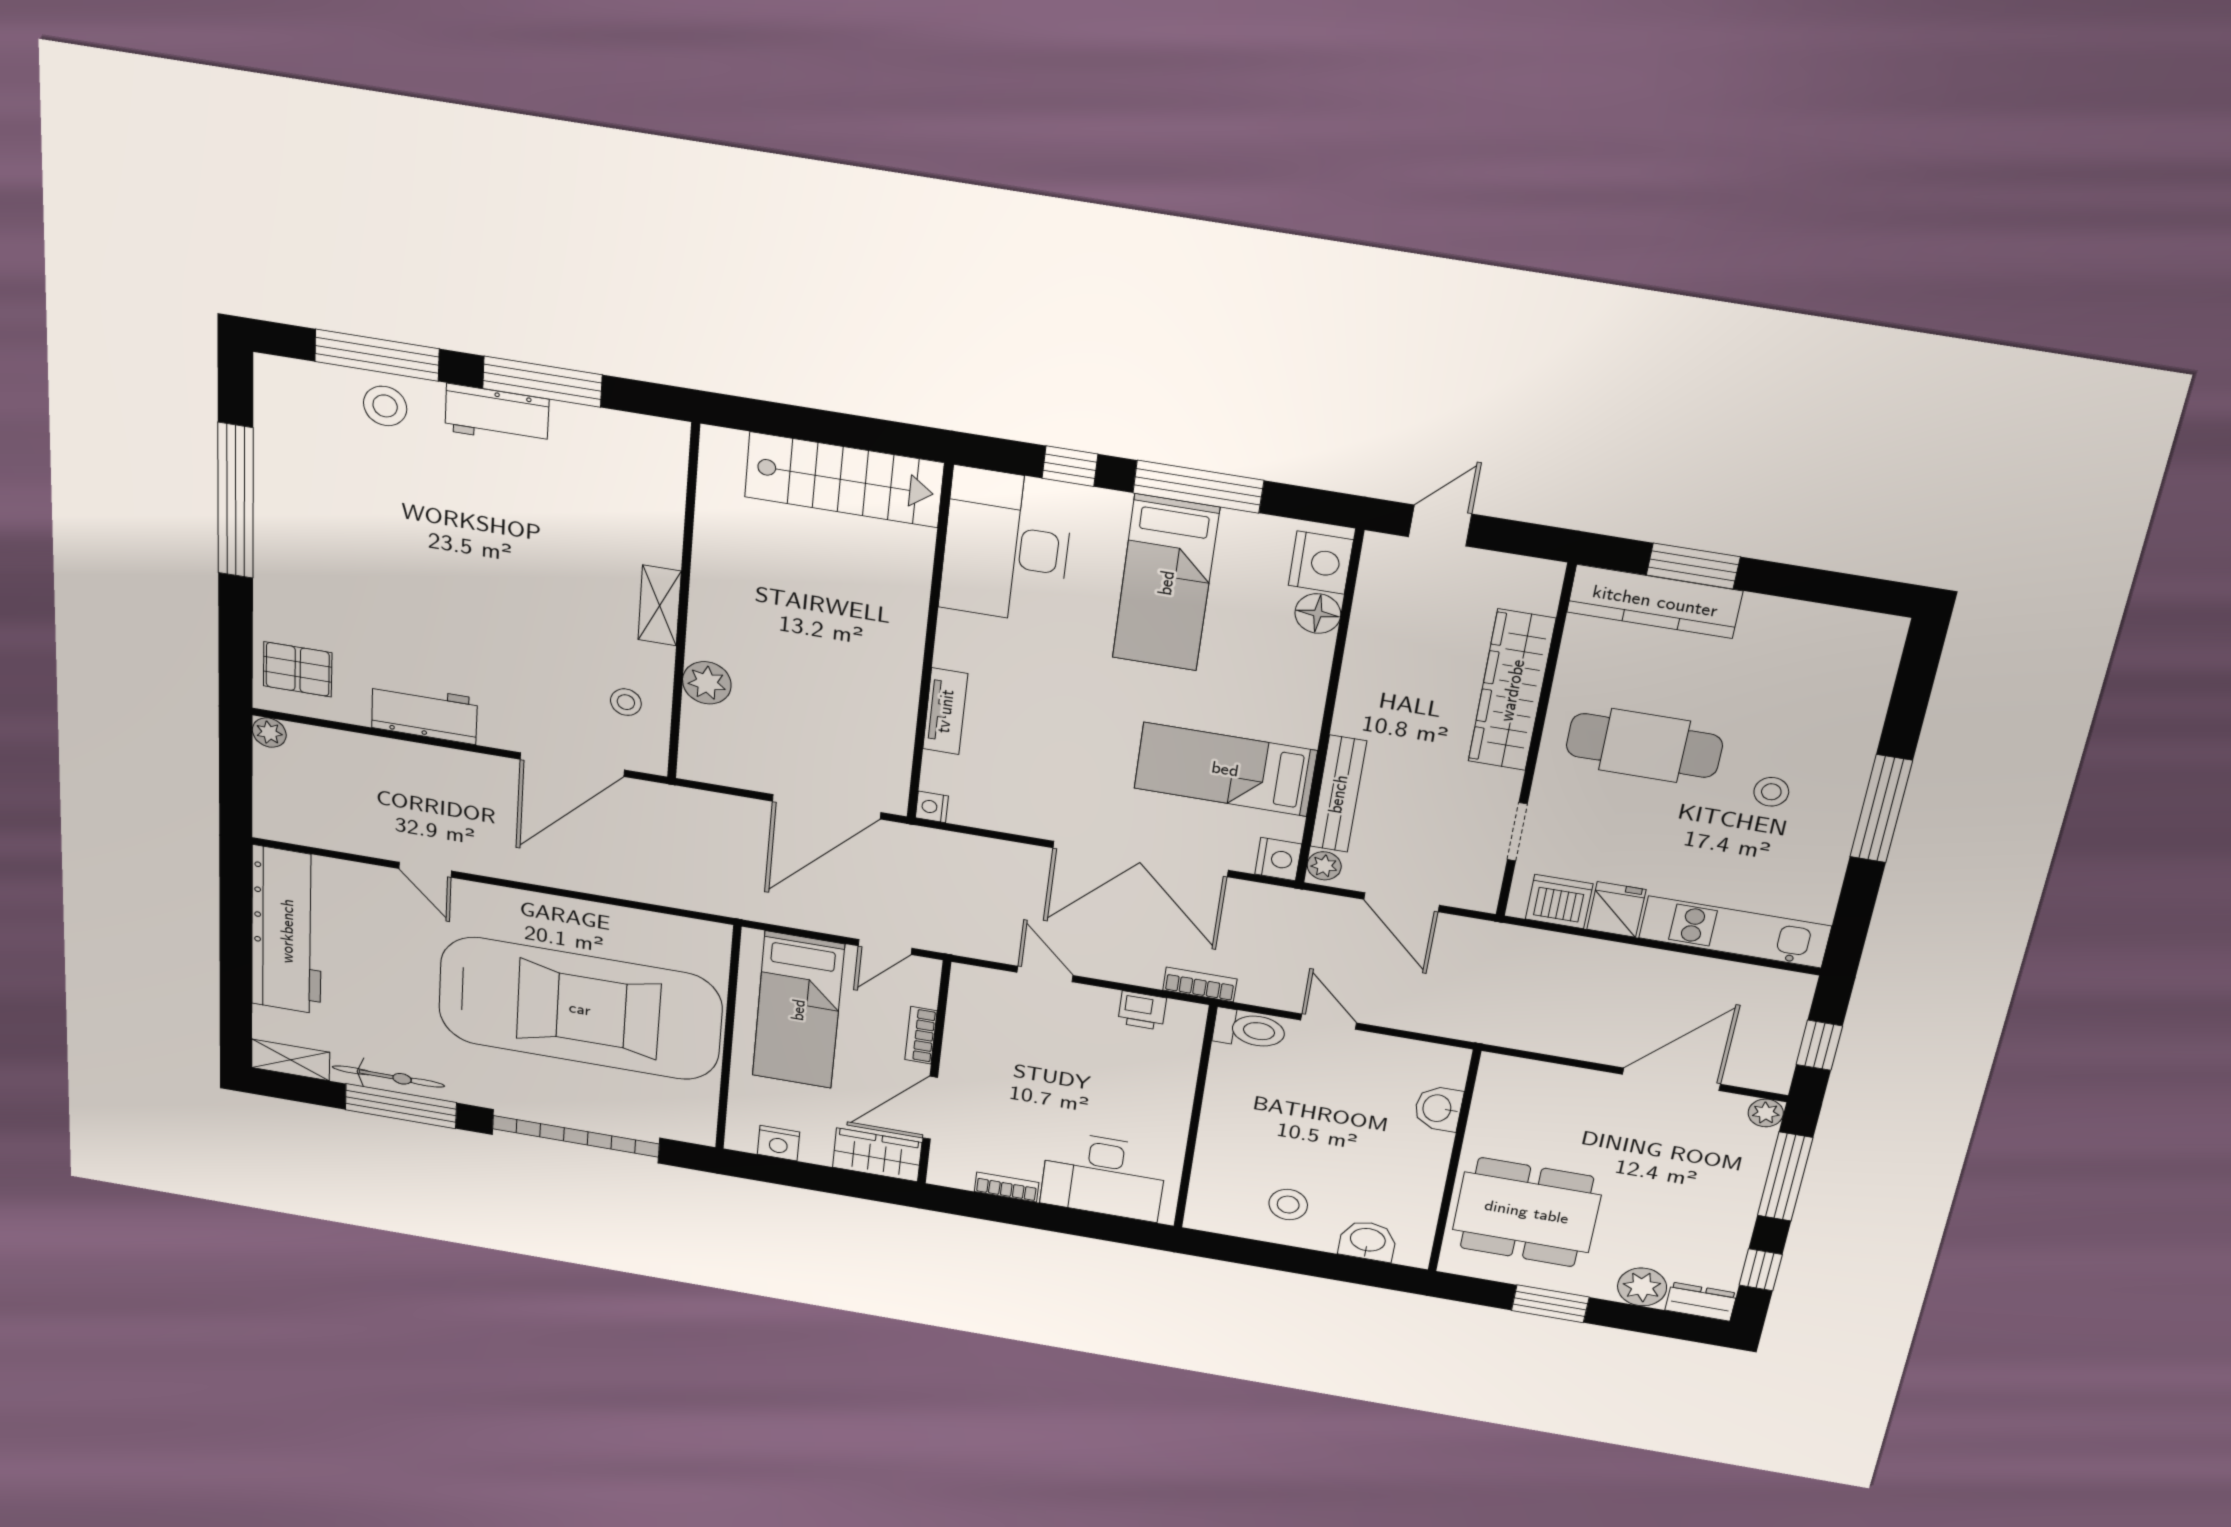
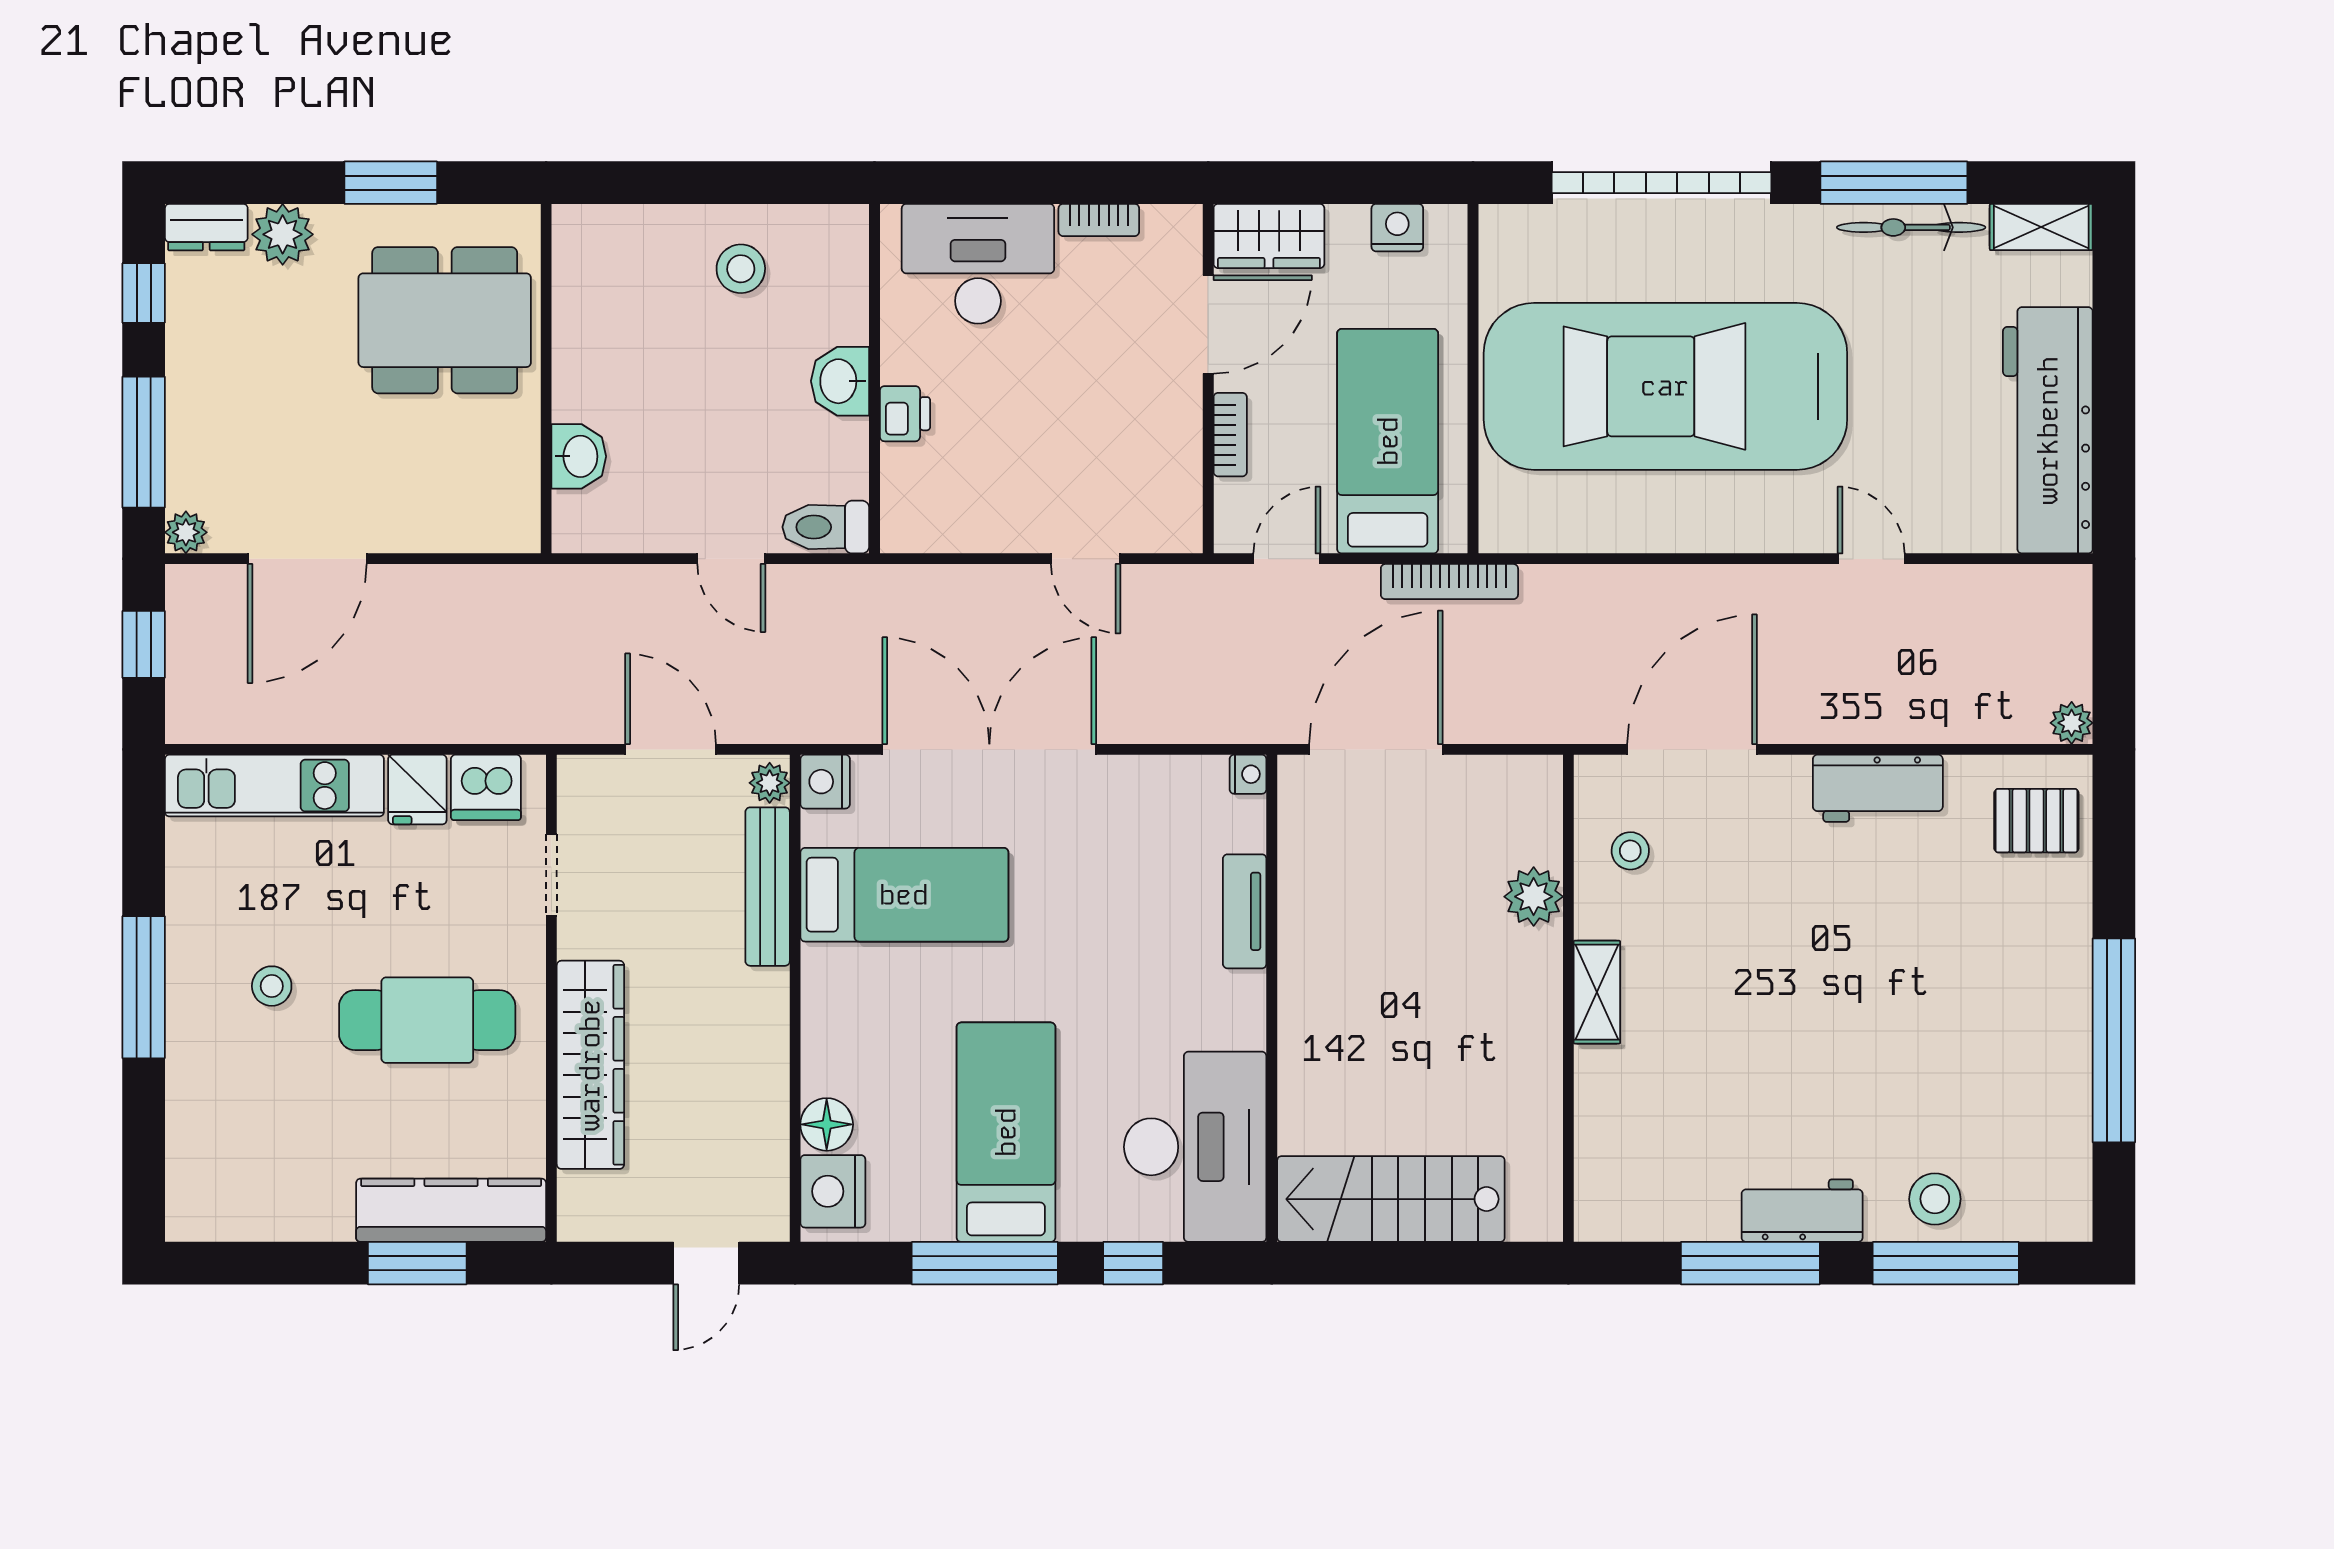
bookcase: (1200, 984) -> (1449, 582), moved, width x1.56
printer: (1142, 1011) -> (905, 414), moved, turned 90
washbasin: (1368, 1241) -> (840, 381), moved, turned 90

